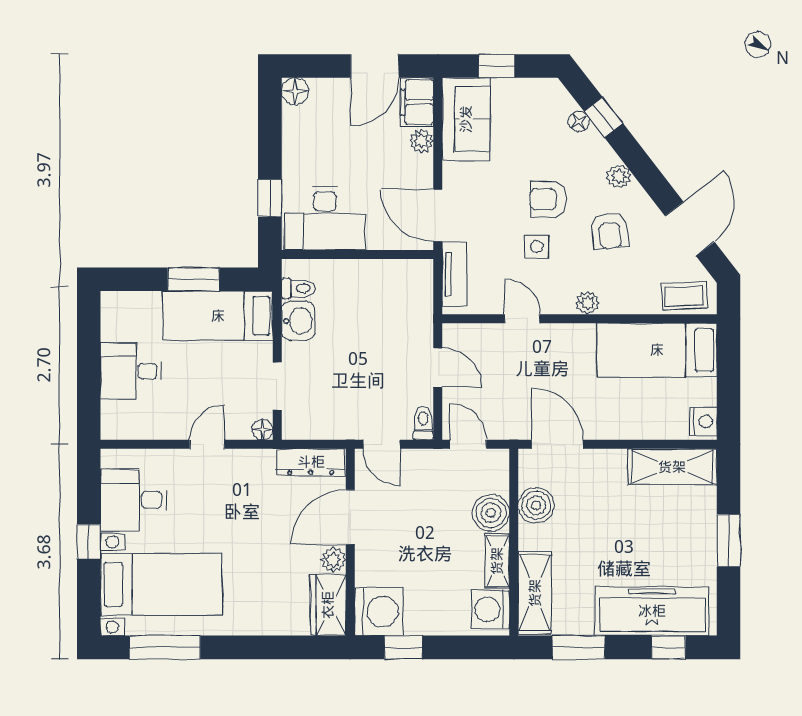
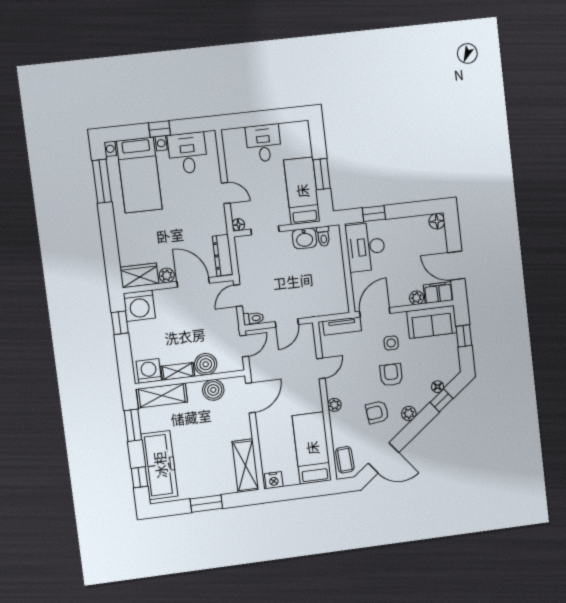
side table: (537, 247) -> (391, 343), moved

